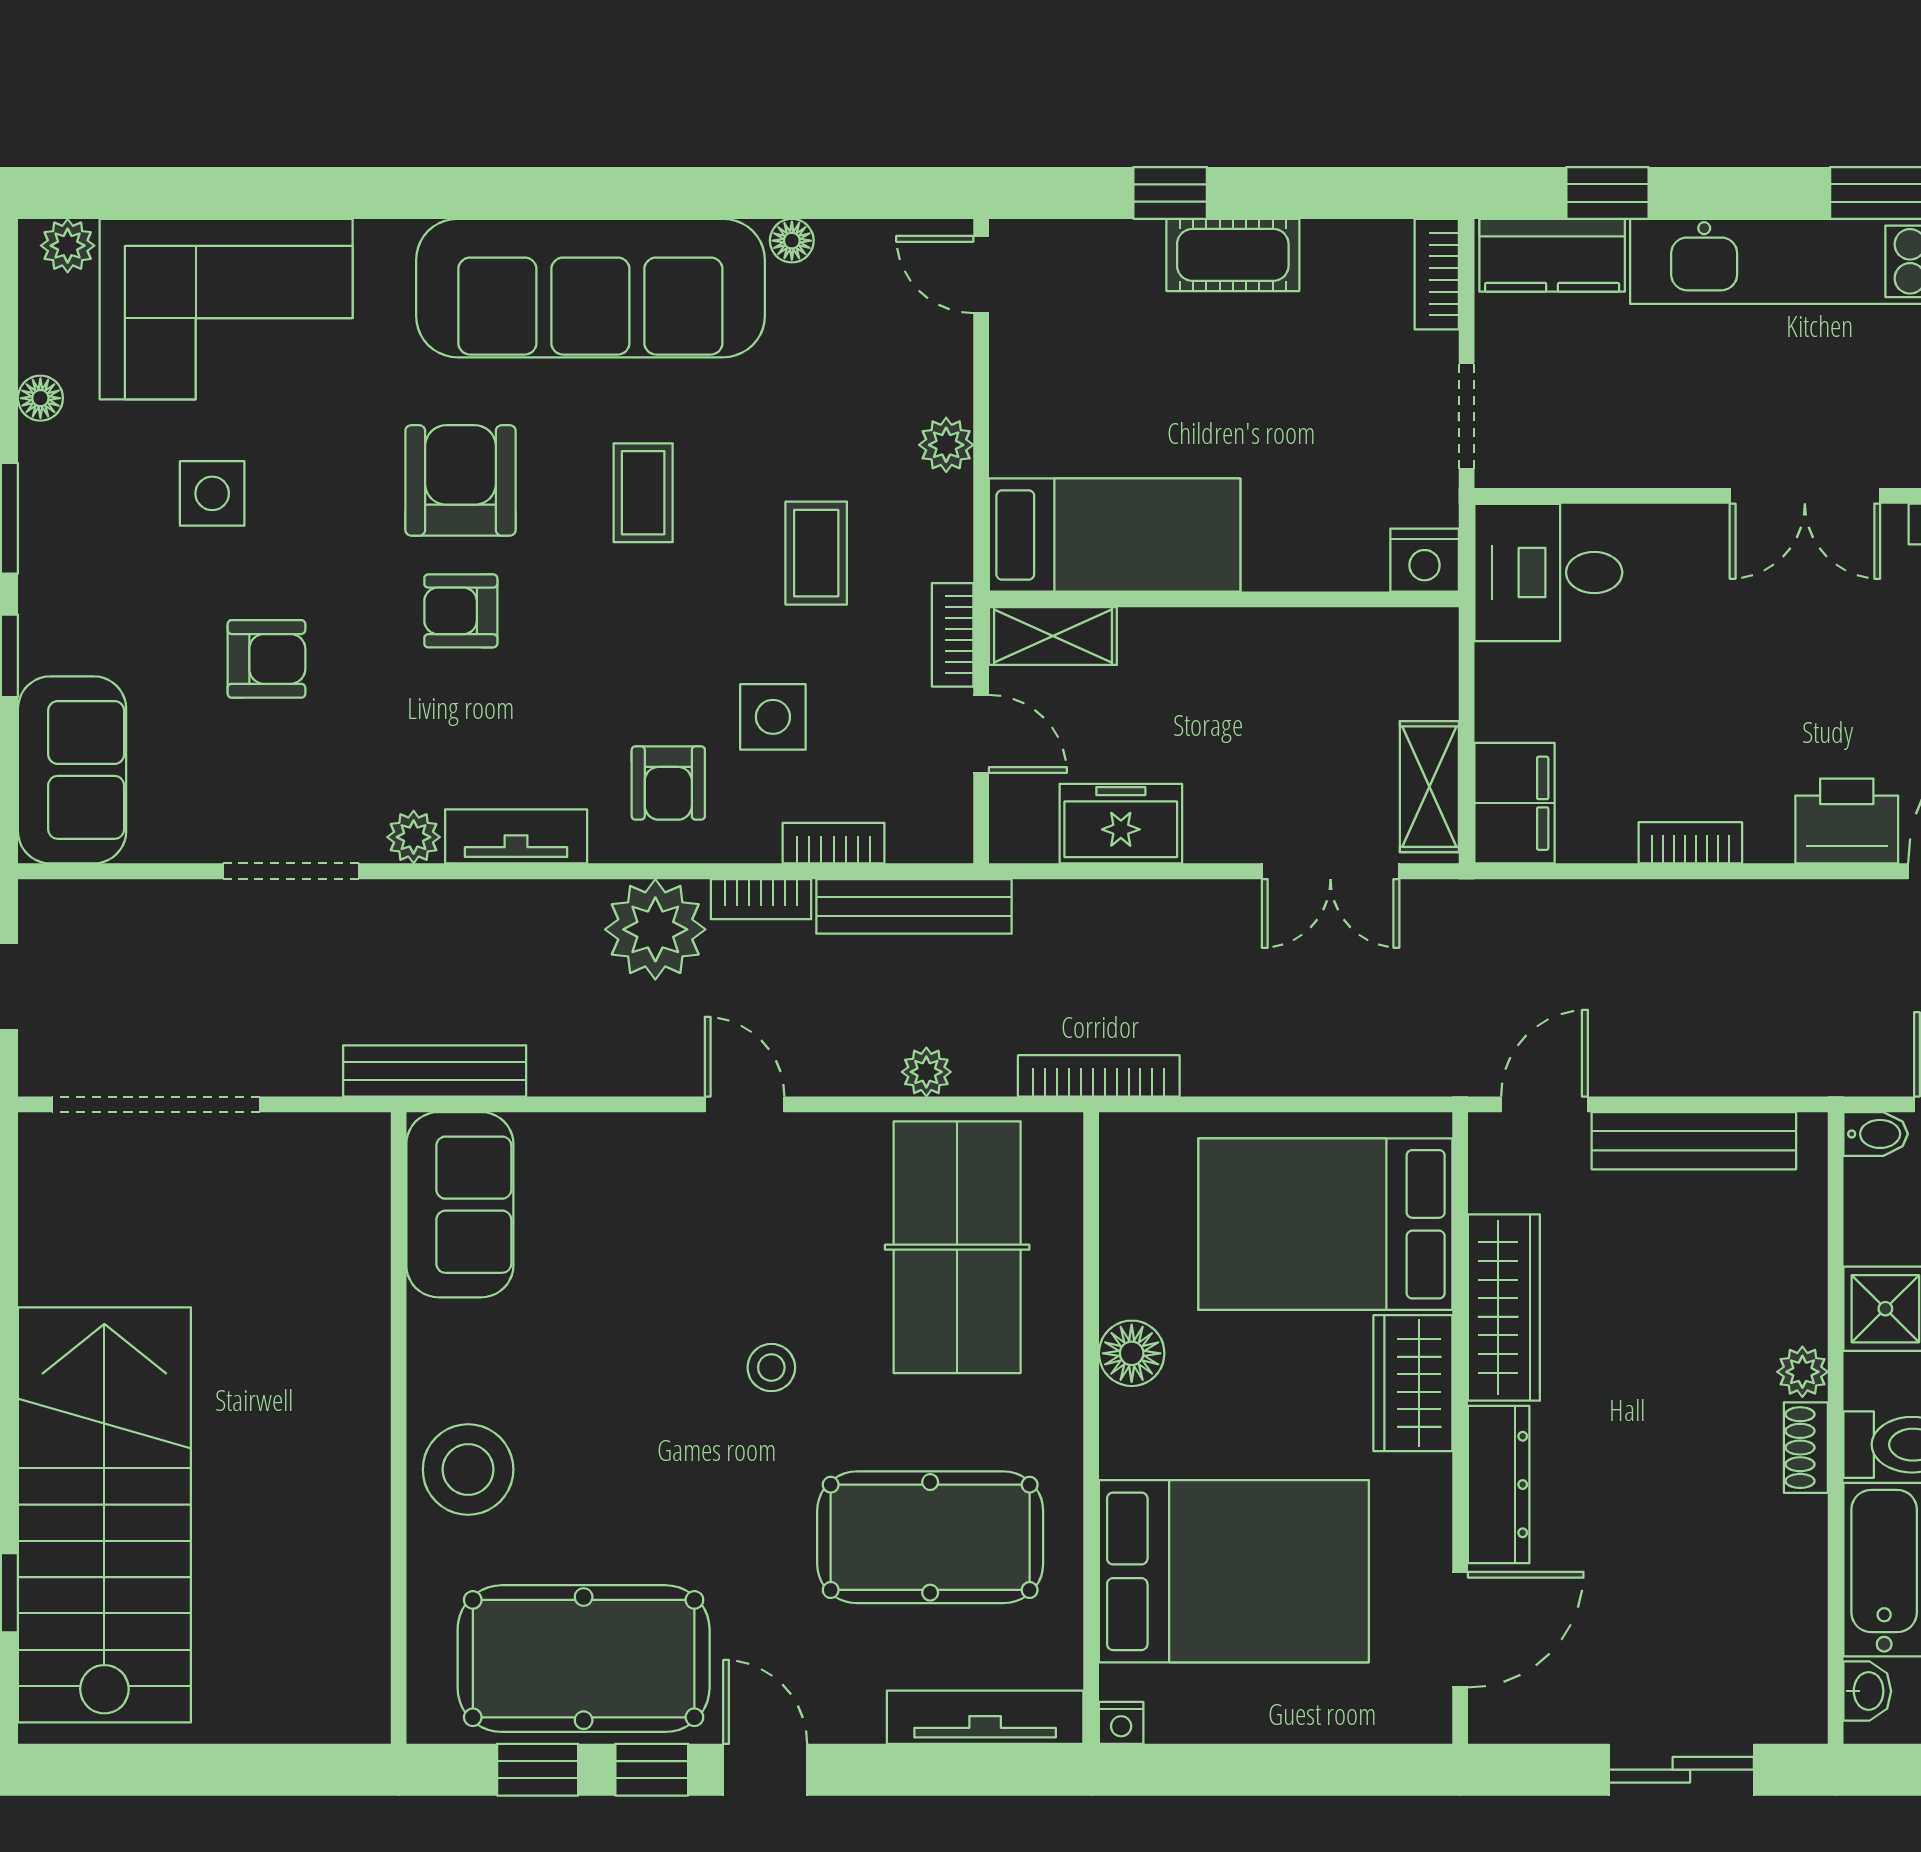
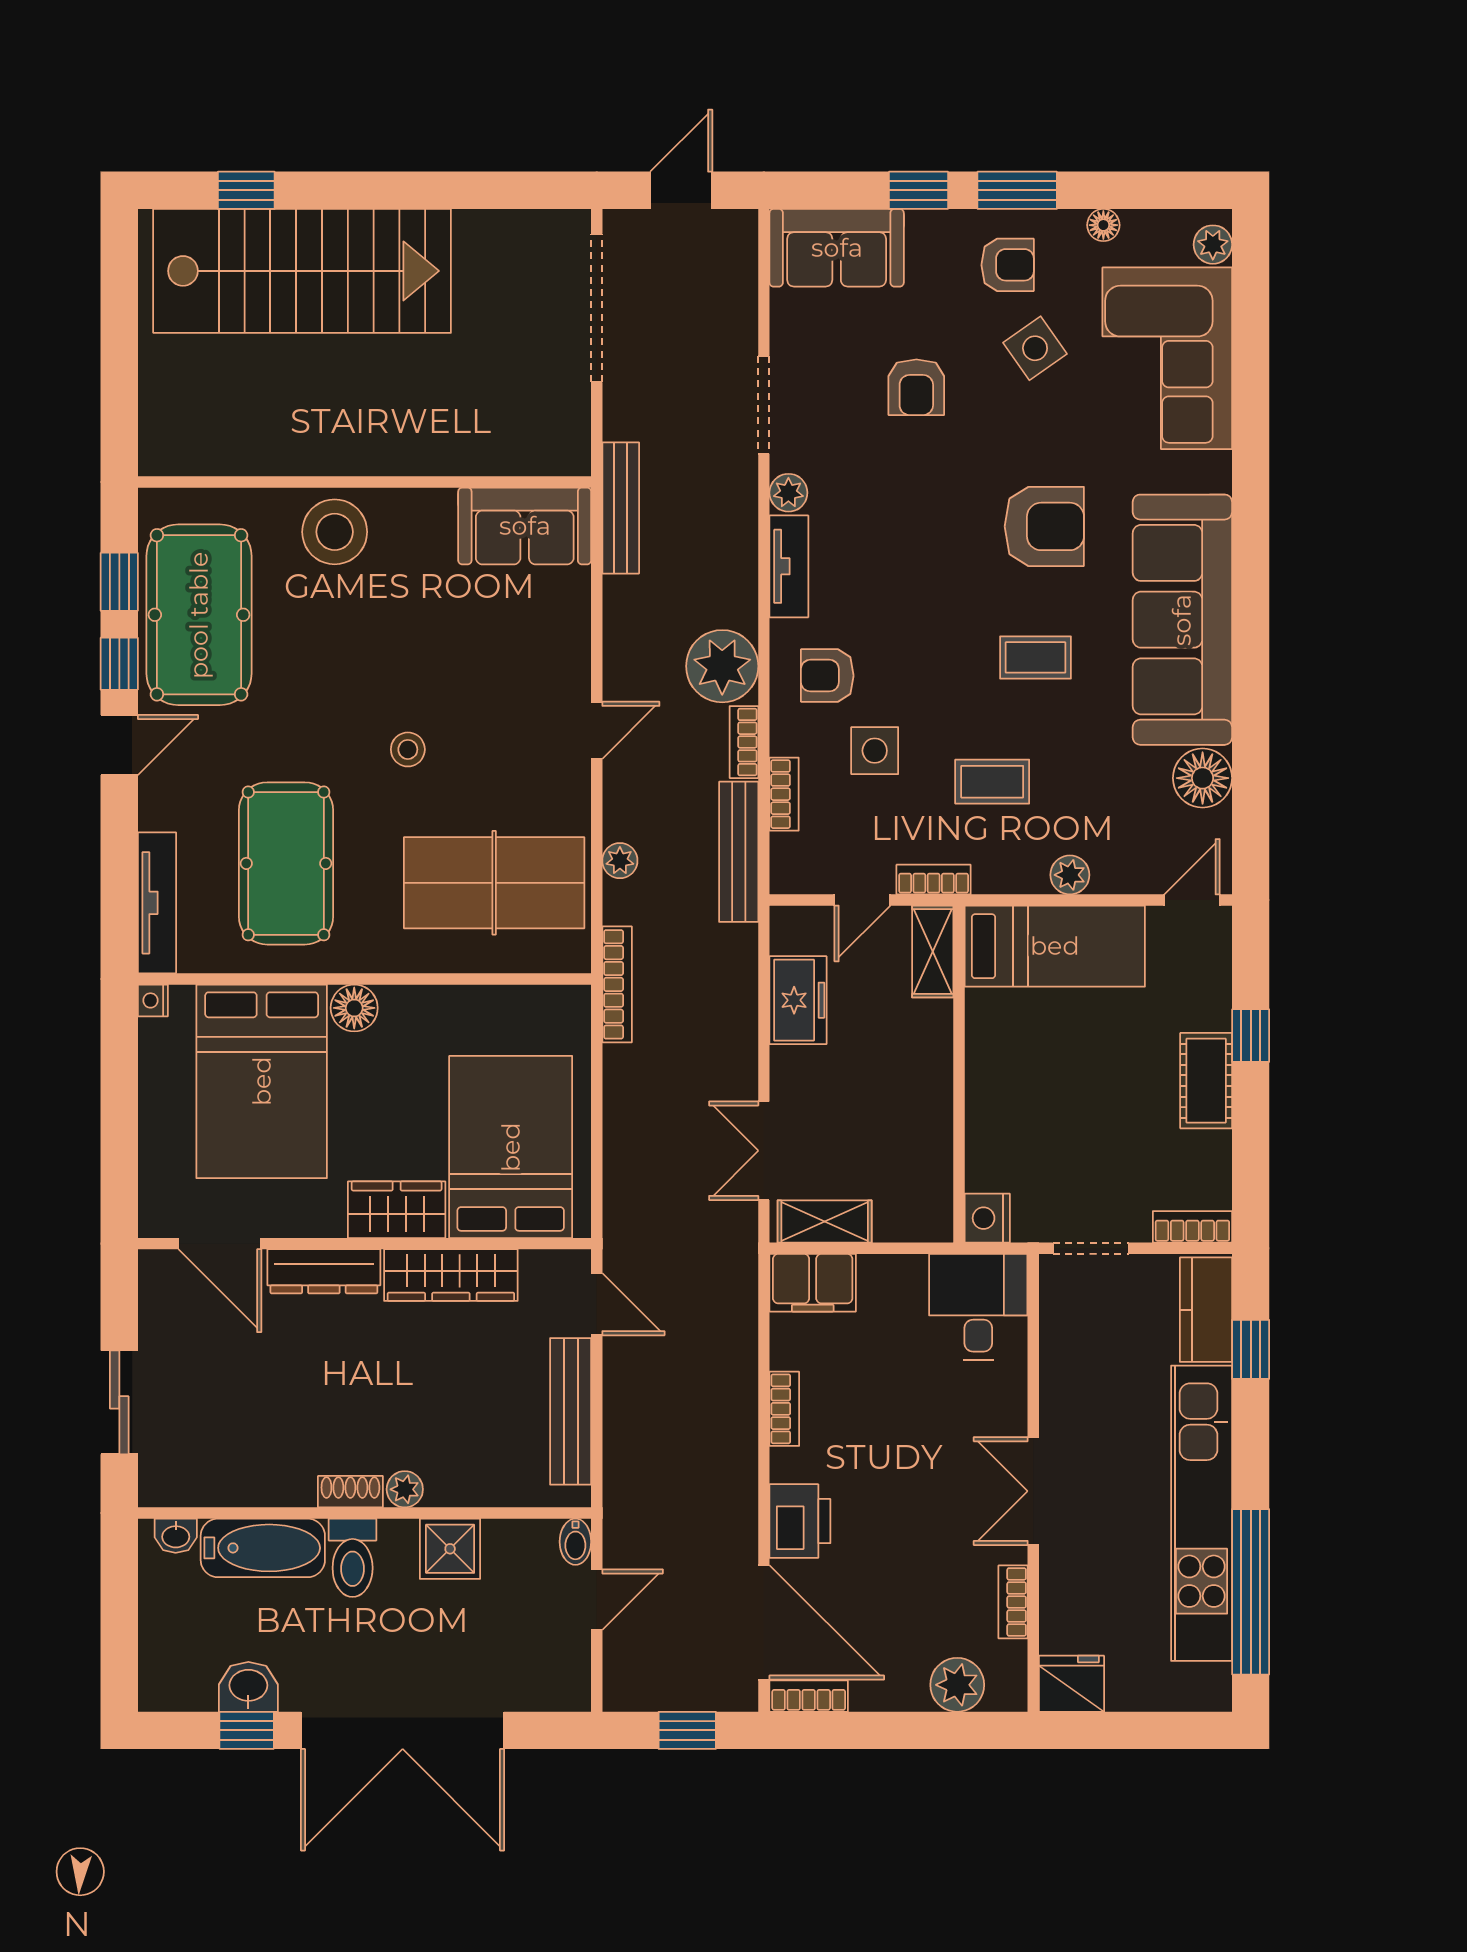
floor lamp: (792, 241) -> (1203, 778), width x1.89, depth x1.89
side table: (212, 493) -> (1035, 348), turned -35
bed: (1115, 535) -> (1055, 946), moved, turned -90
armchair: (461, 611) -> (1008, 265), moved, turned 90
floor lamp: (1132, 1353) -> (354, 1008), moved

